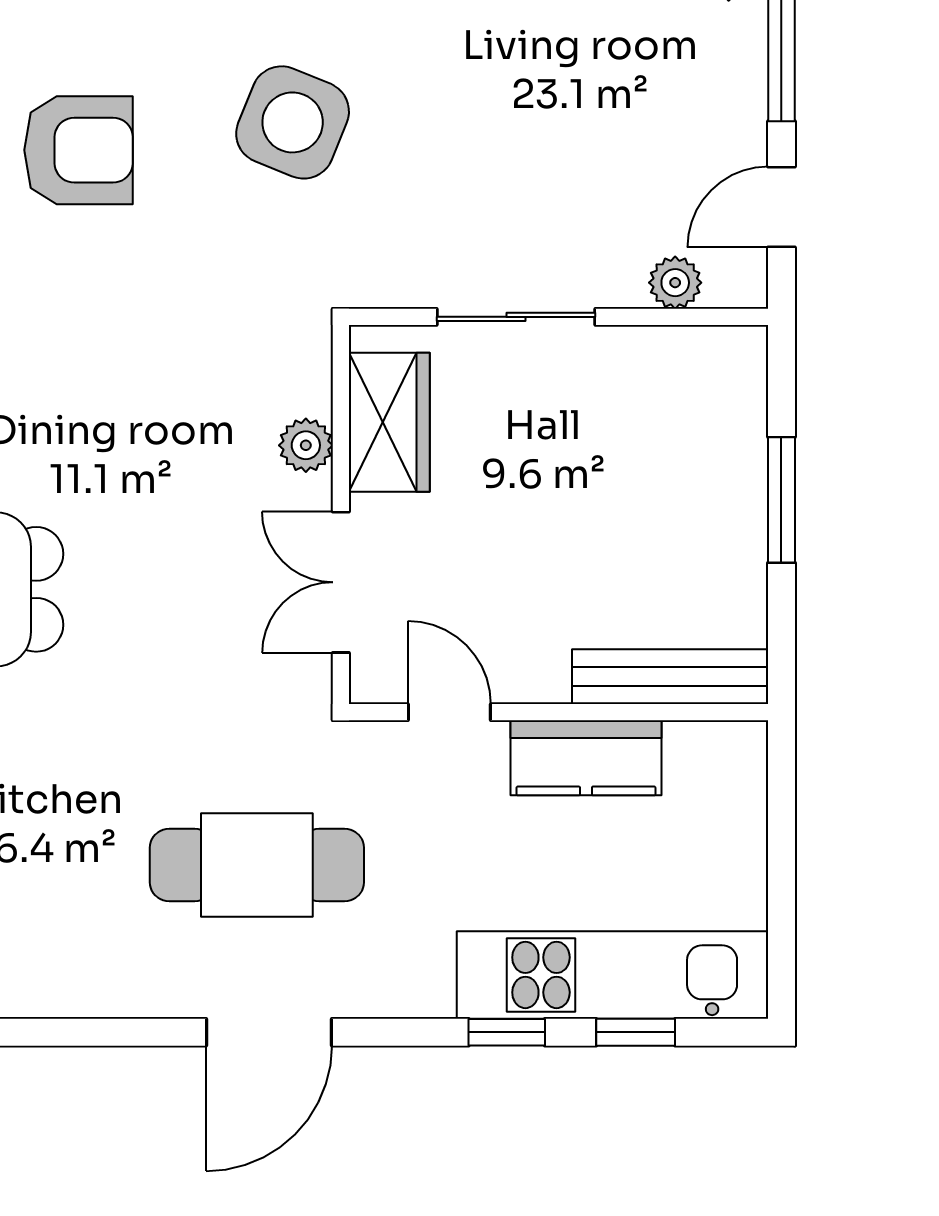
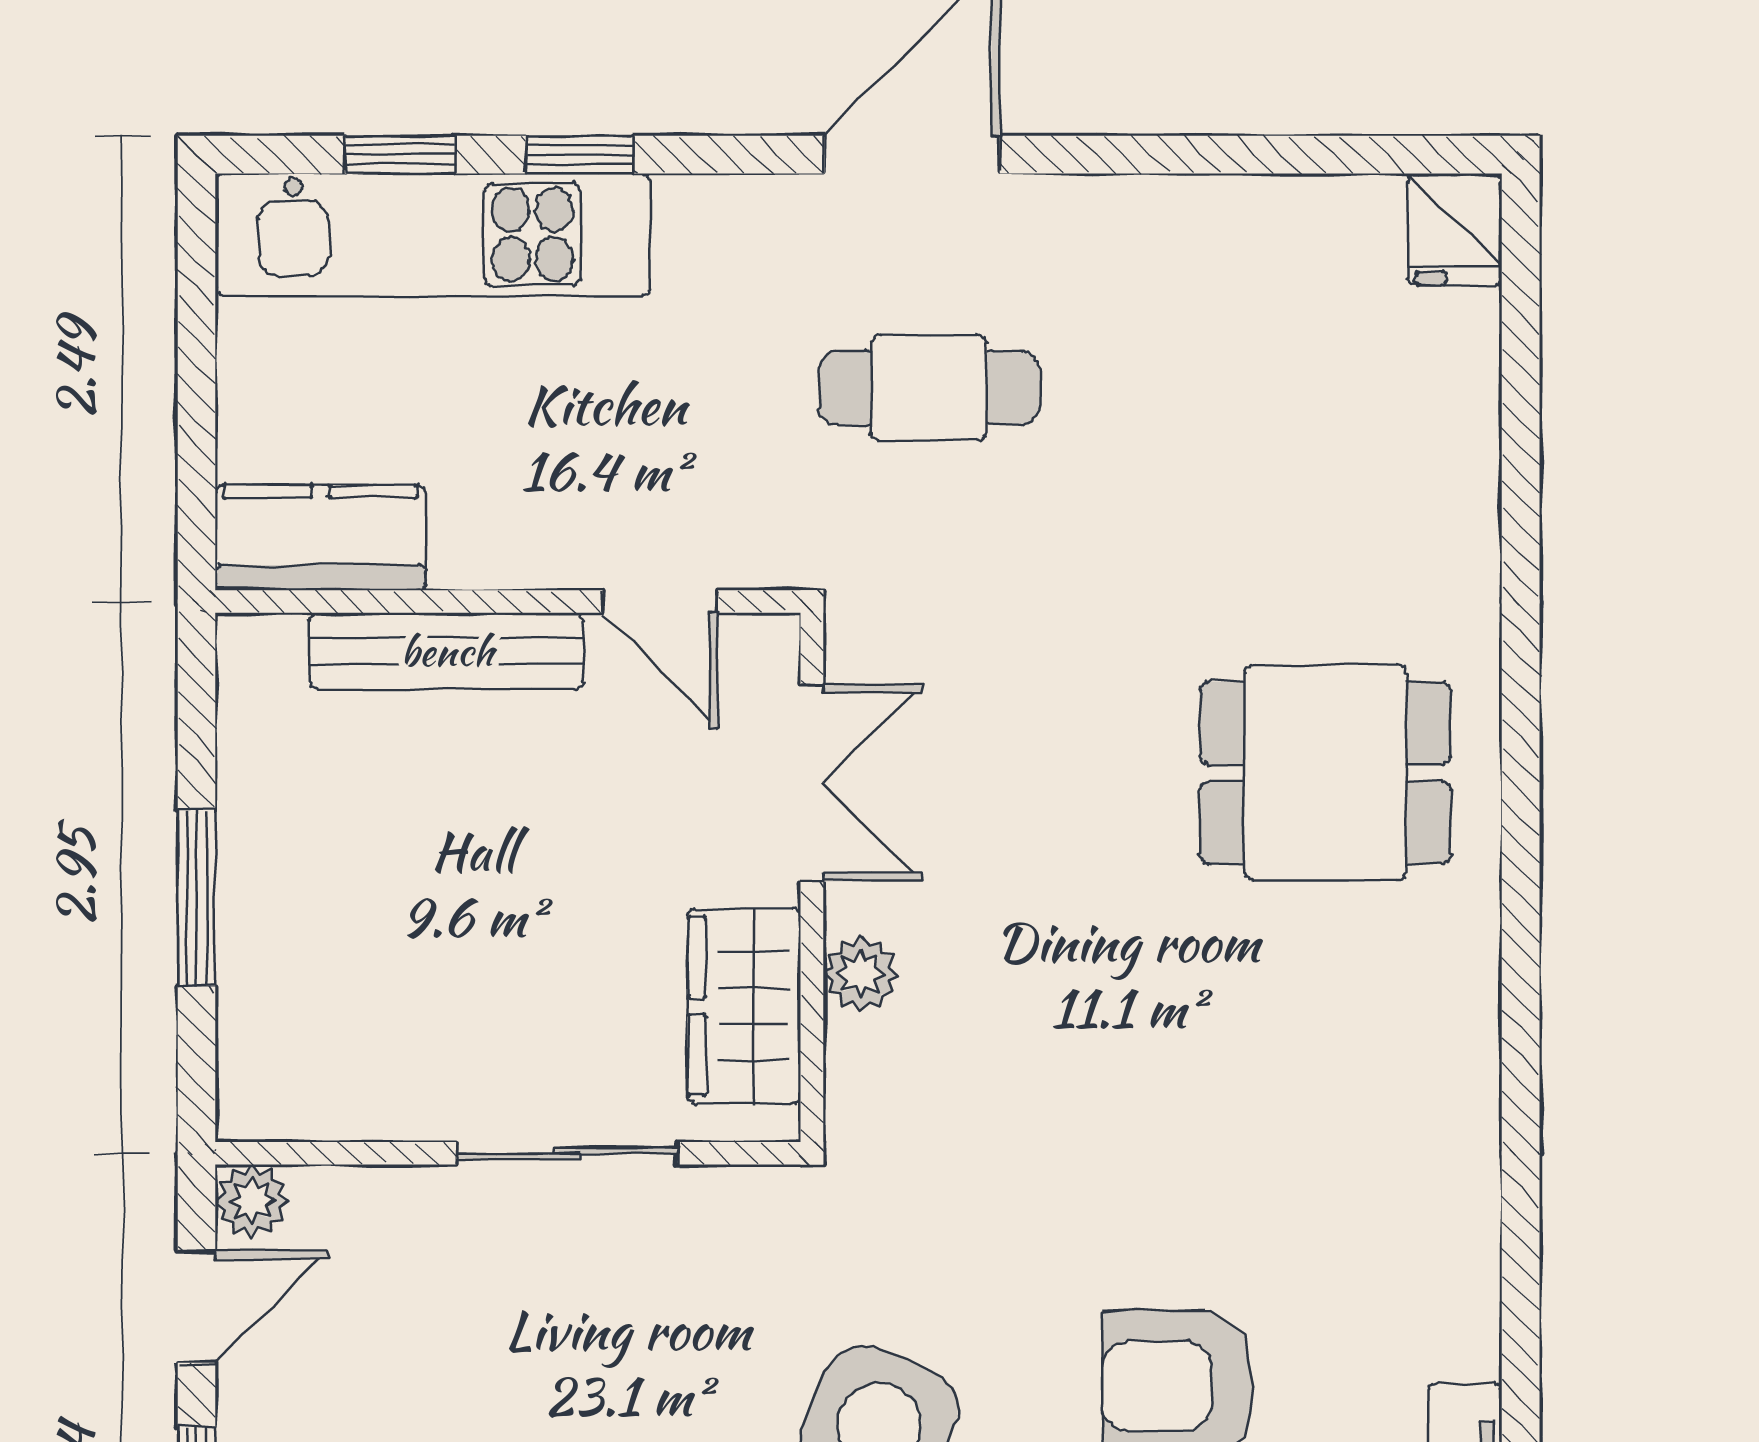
plant: (675, 283) -> (252, 1201), moved
bench: (670, 677) -> (447, 651), moved
kitchen counter: (586, 758) -> (320, 538), moved
cafe table: (257, 865) -> (929, 388), width x0.73, depth x0.74

